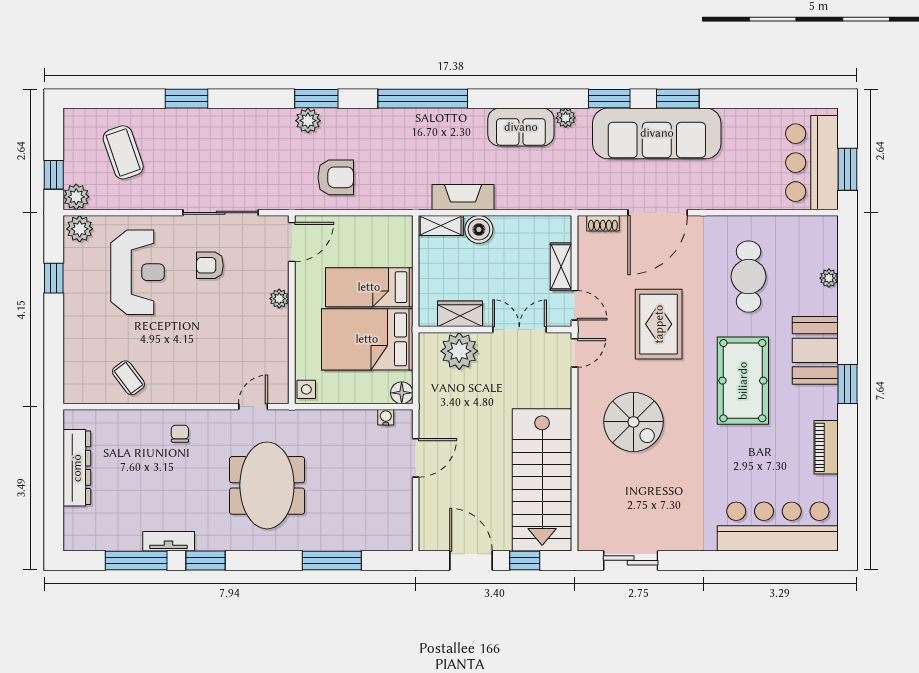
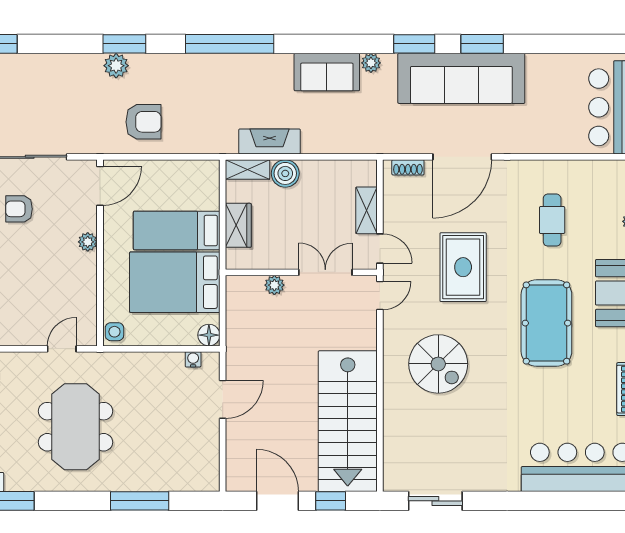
cafe table: (749, 277) -> (552, 220), width x0.73, depth x0.74
wardrobe: (460, 314) -> (238, 225), moved, turned 90
plant: (459, 351) -> (274, 285), width x0.53, depth x0.53

